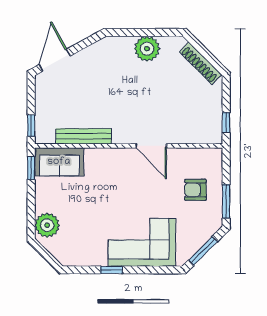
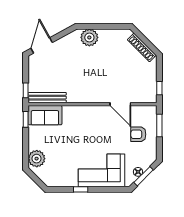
plant: (147, 49) -> (89, 37), moved
bench: (84, 136) -> (47, 98), moved
door: (151, 146) -> (120, 104), moved
window: (226, 201) -> (159, 126), moved
floor lamp: (195, 245) -> (138, 172), added

